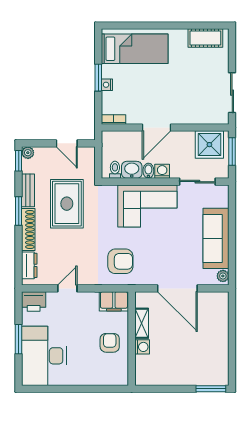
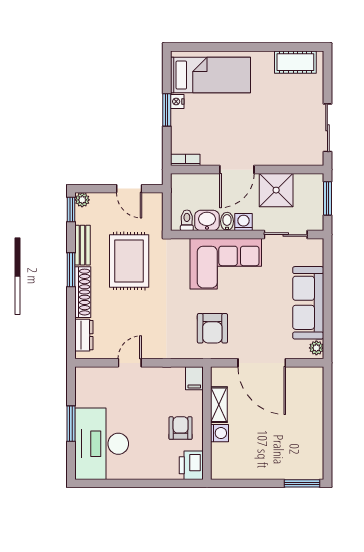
nightstand: (107, 85) -> (177, 102), moved
shower: (209, 145) -> (276, 190), moved
armchair: (120, 261) -> (212, 328), moved, turned 90
printer: (34, 301) -> (191, 465), moved, turned 90
filing cabinet: (114, 301) -> (194, 378), width x0.50

